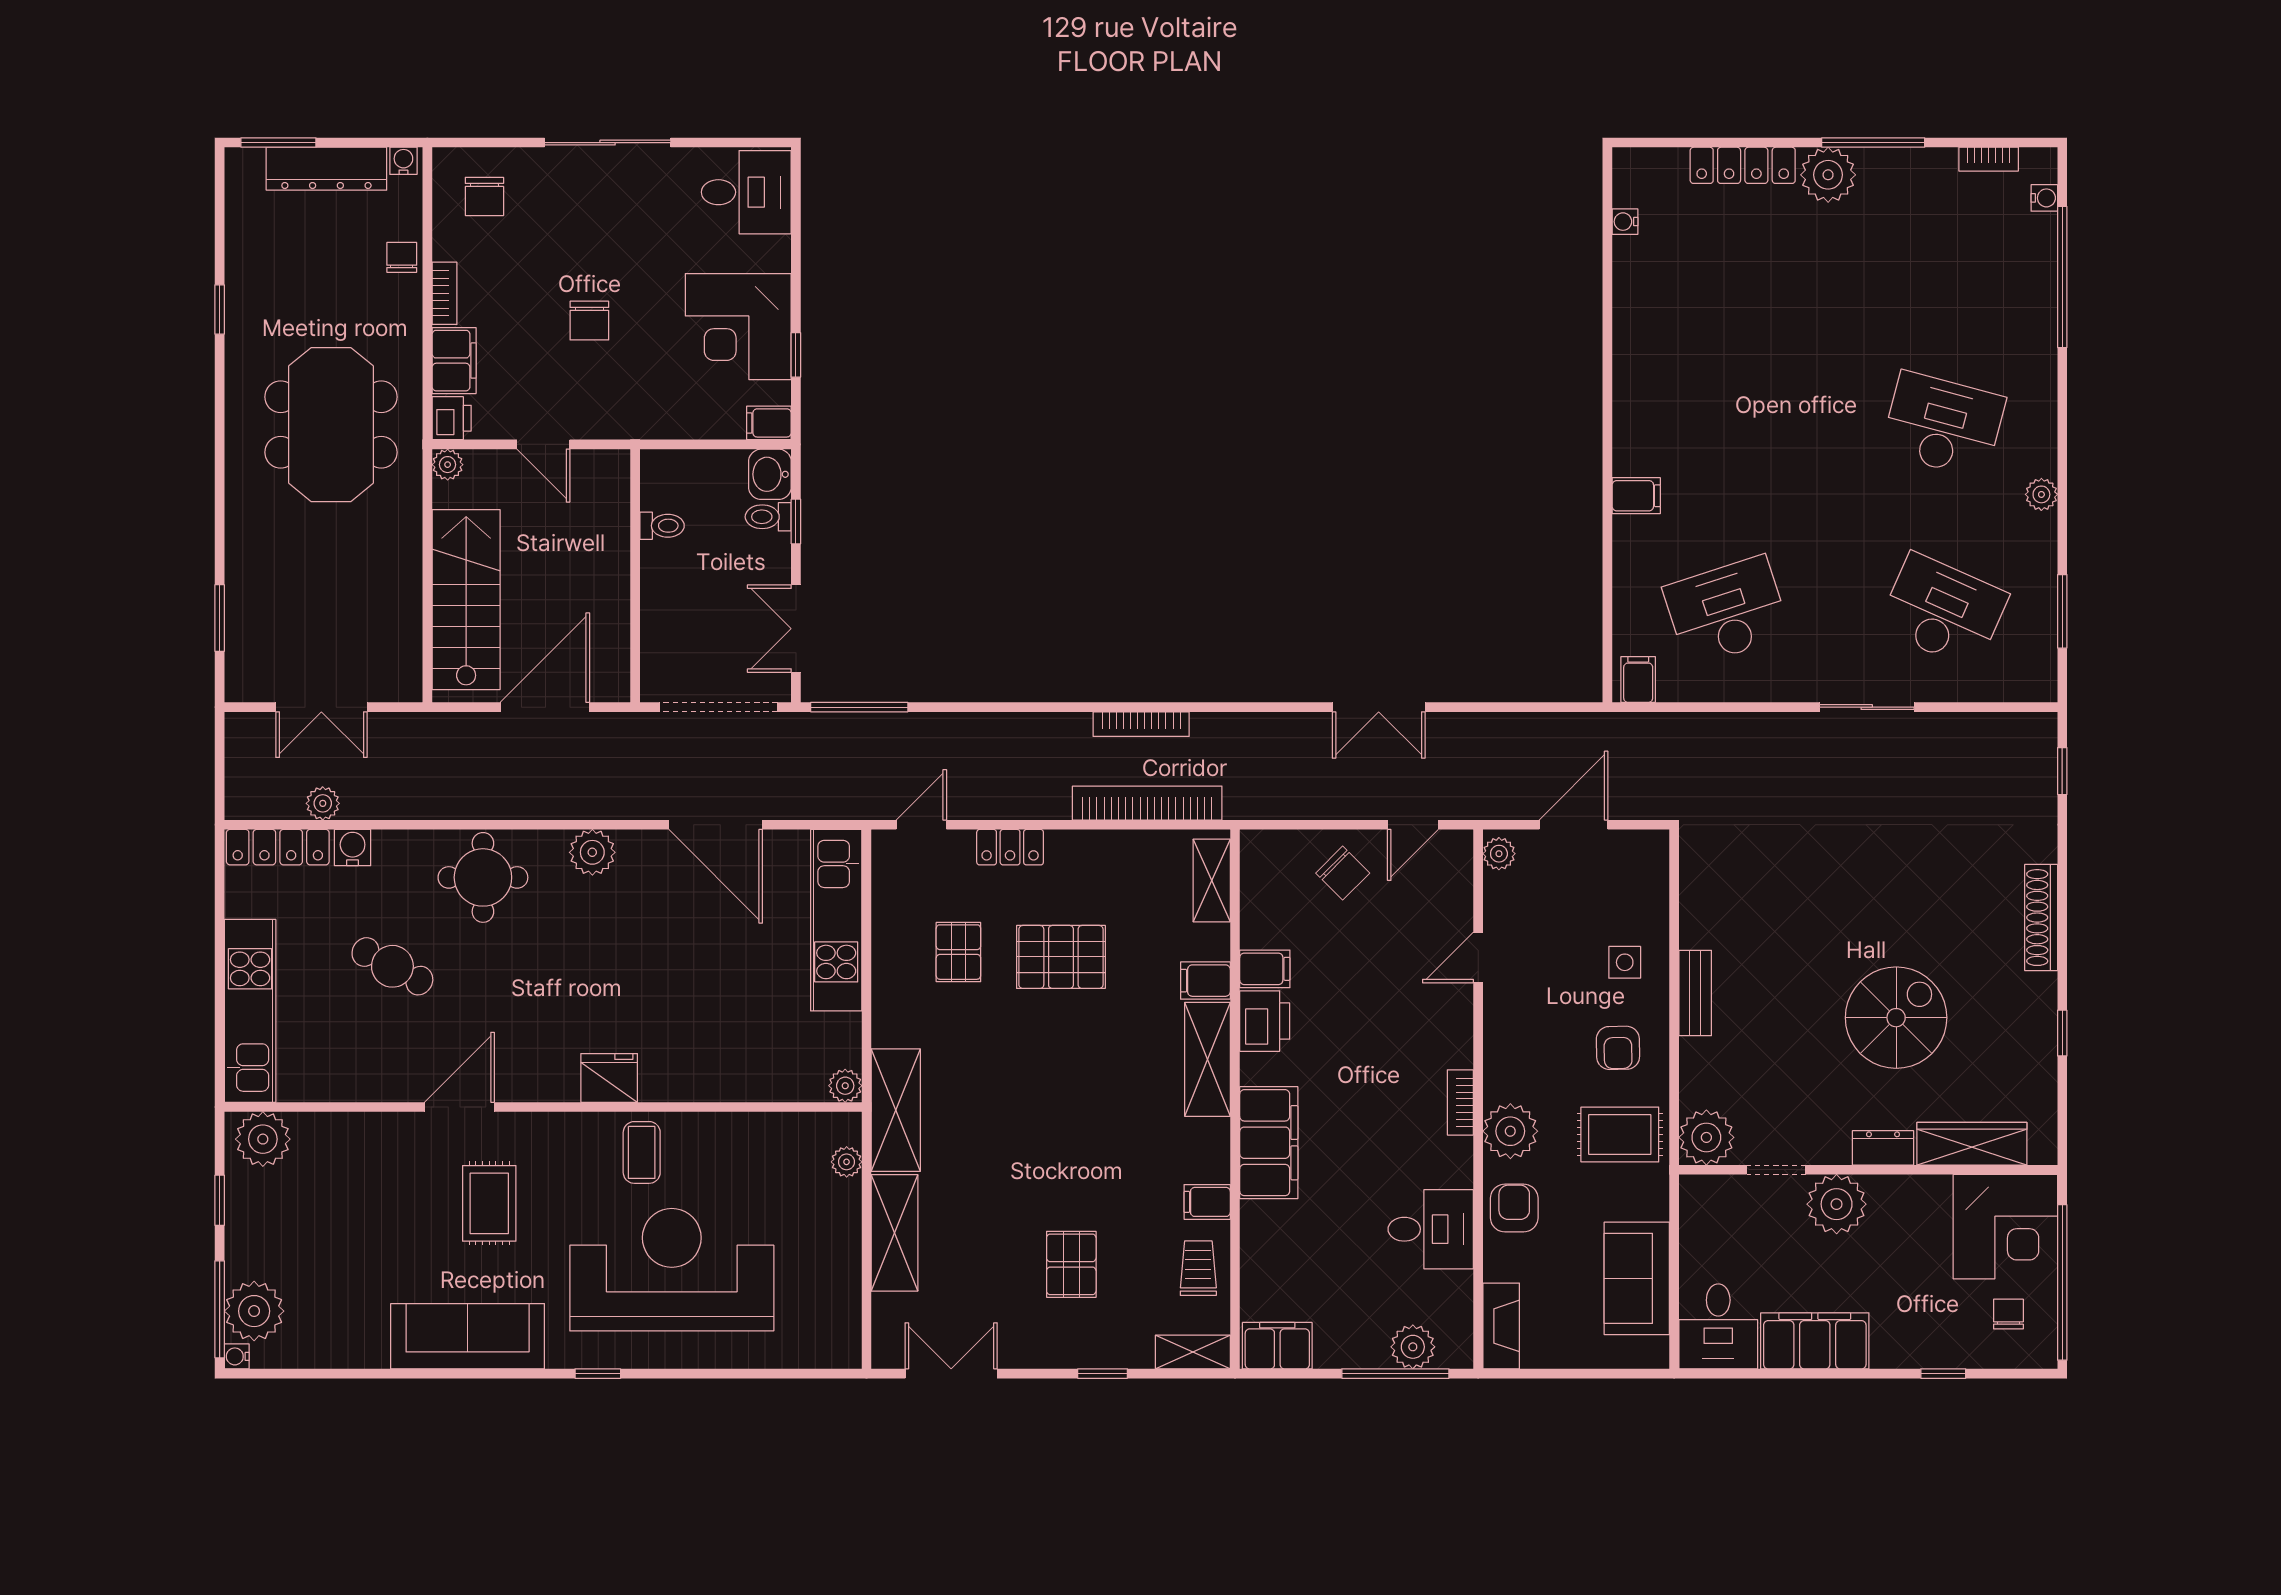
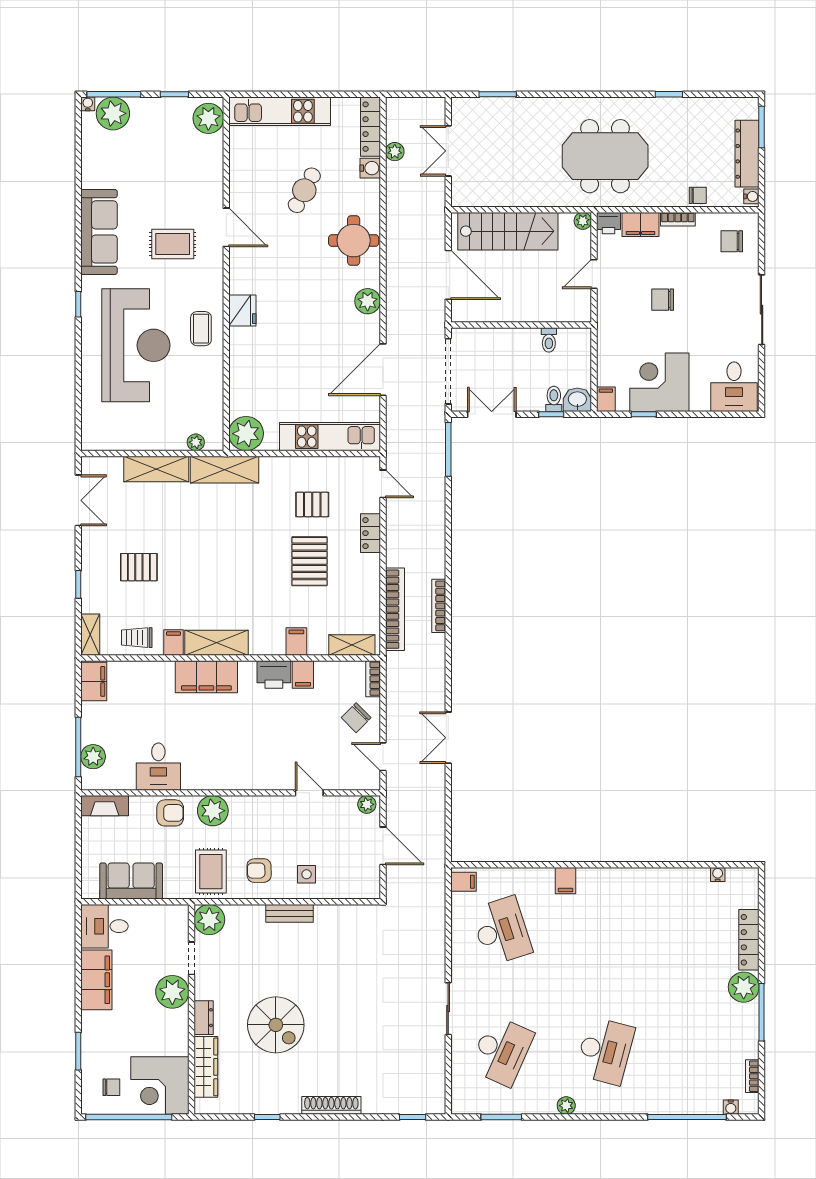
shelving: (1208, 1059) -> (217, 643), moved
plant: (845, 1086) -> (246, 434), width x1.88, depth x1.88
bookcase: (1460, 1102) -> (373, 679), moved, turned -90
coffee table: (642, 1152) -> (201, 329), turned 90
trolley: (1198, 1268) -> (137, 638), turned 180
window: (1943, 1374) -> (78, 1051), width x1.50

